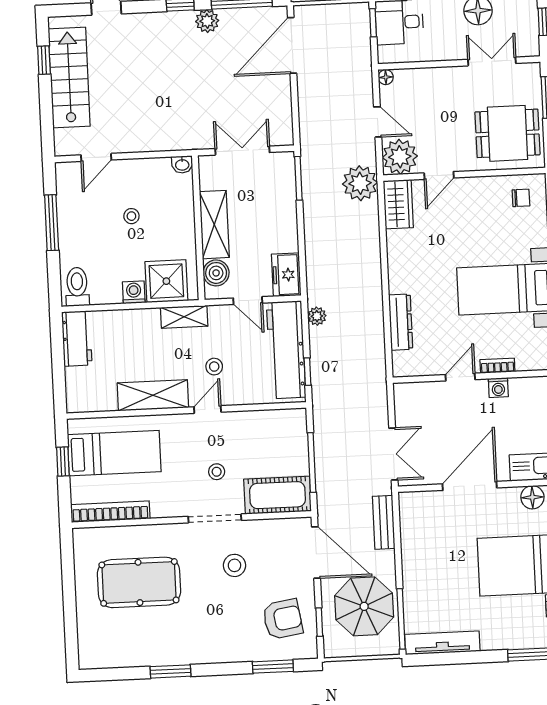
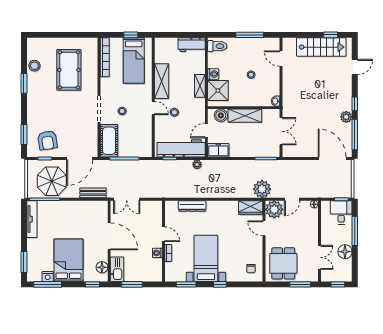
shelving: (184, 317) -> (200, 86), moved
stool: (234, 565) -> (34, 66), moved

